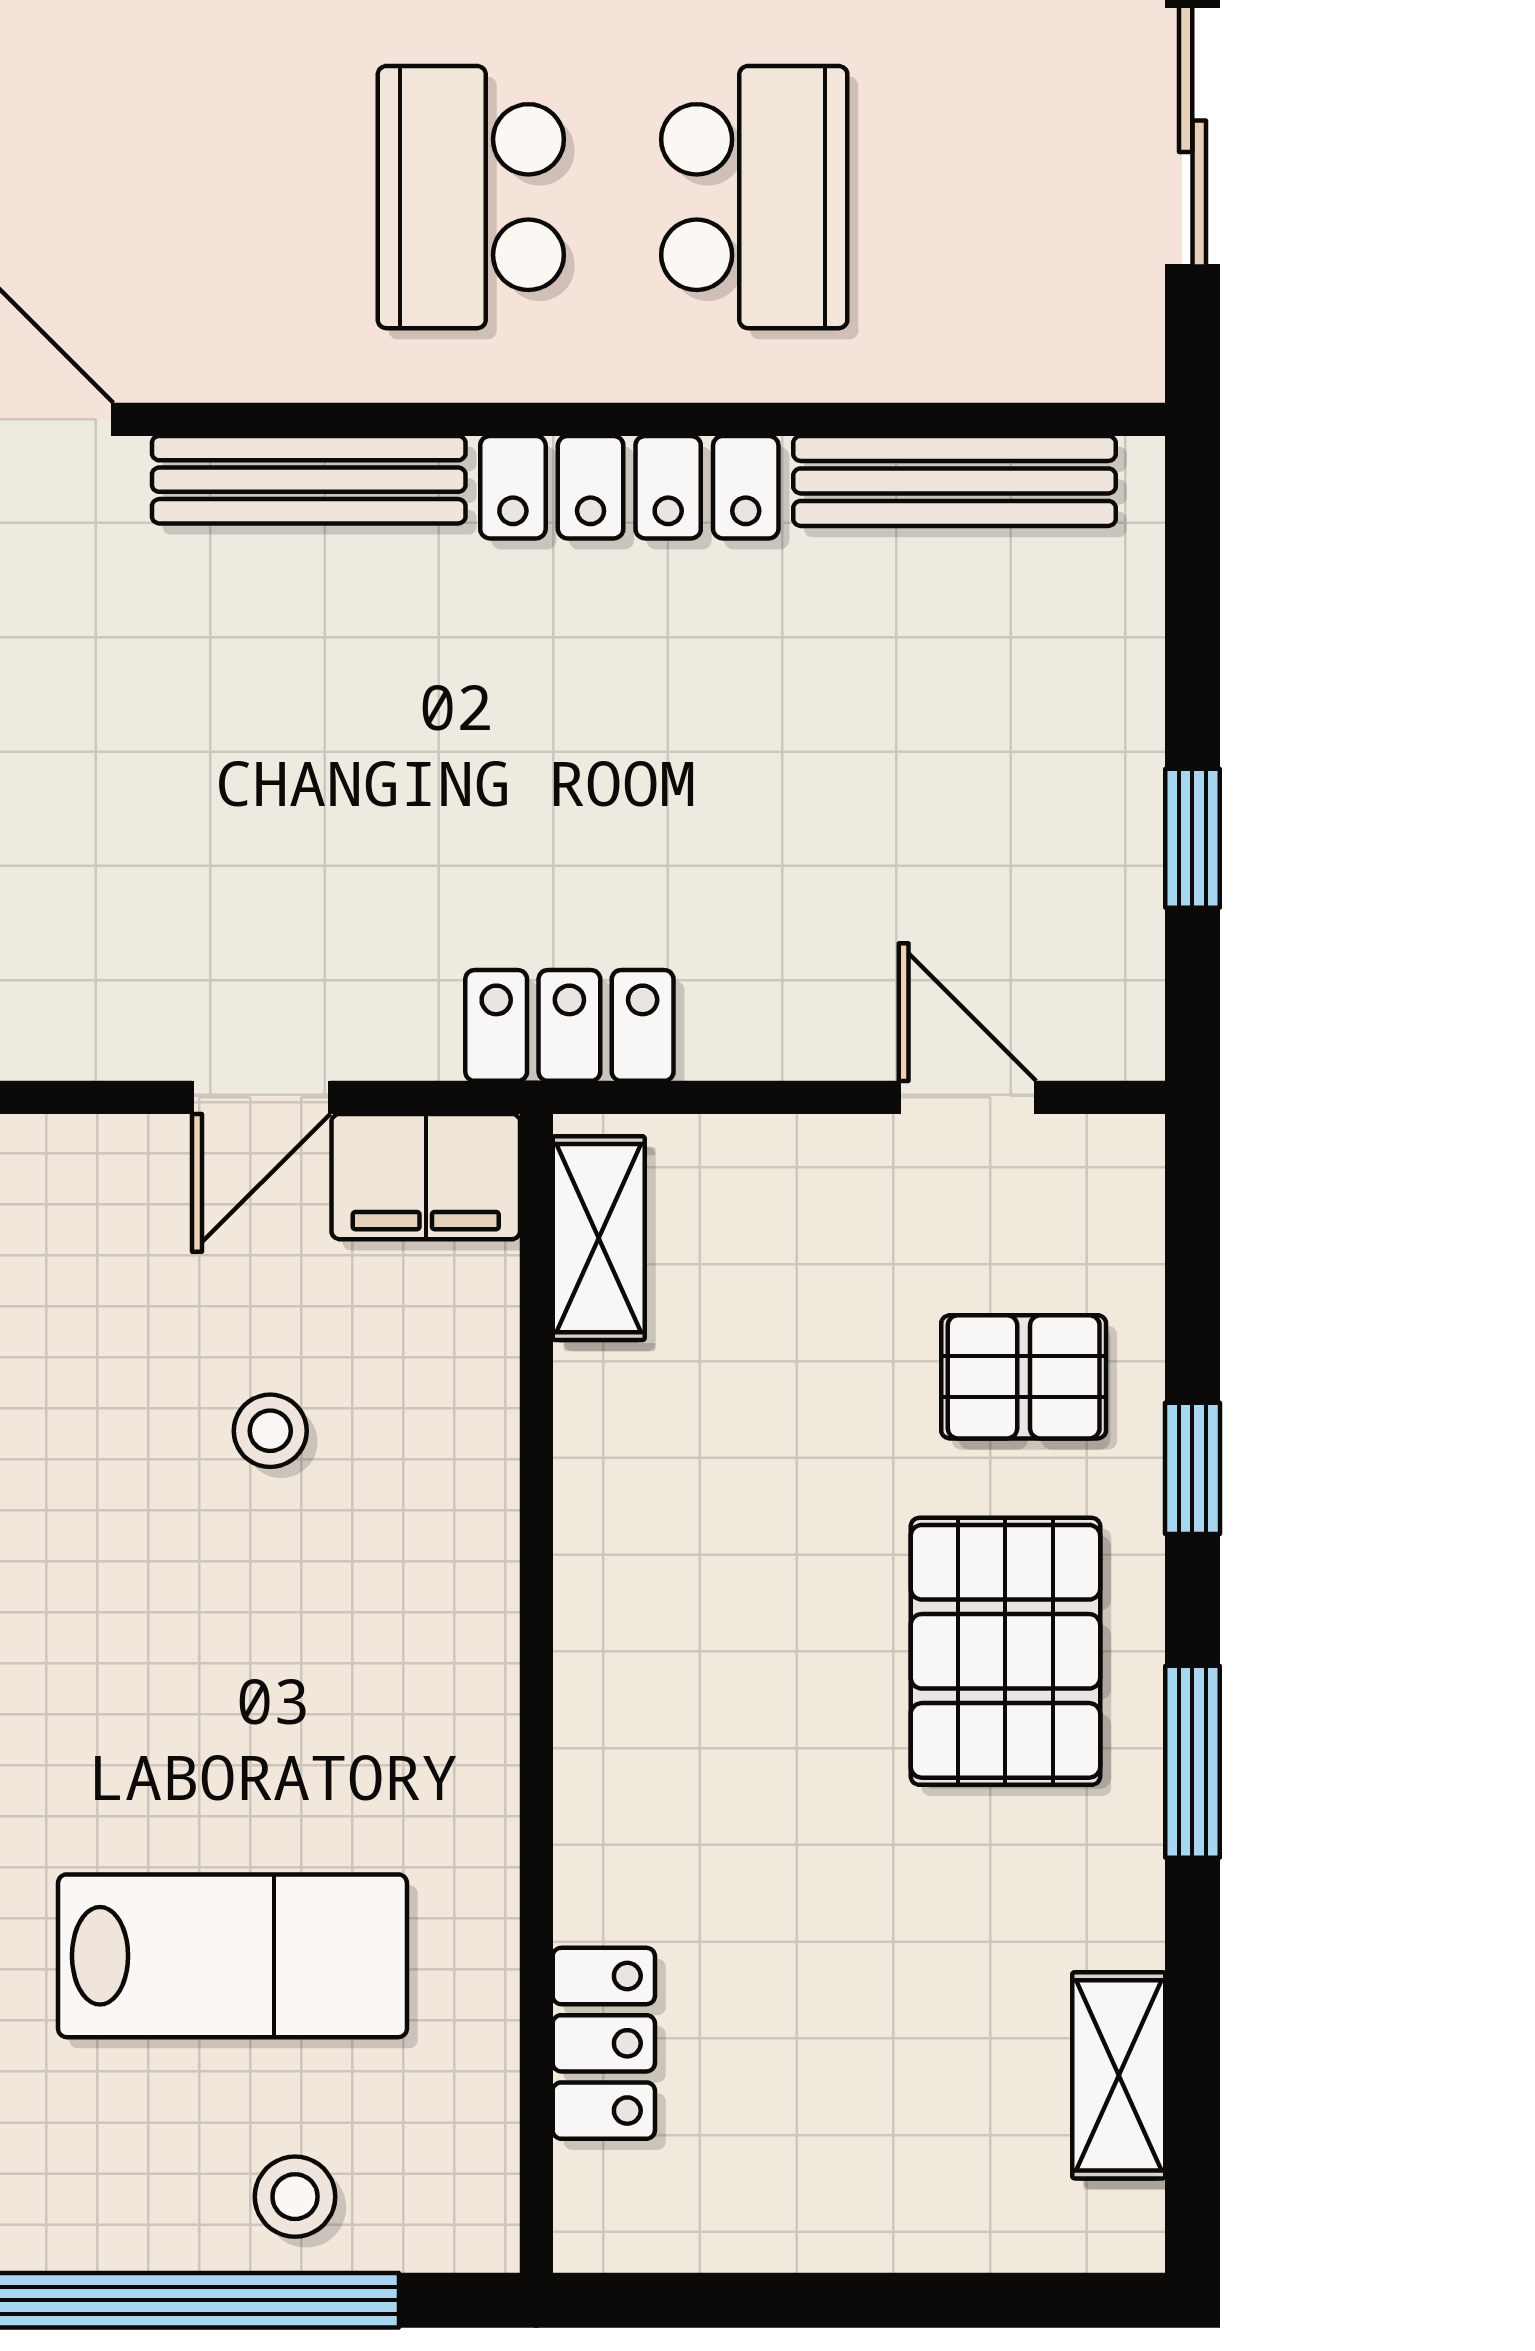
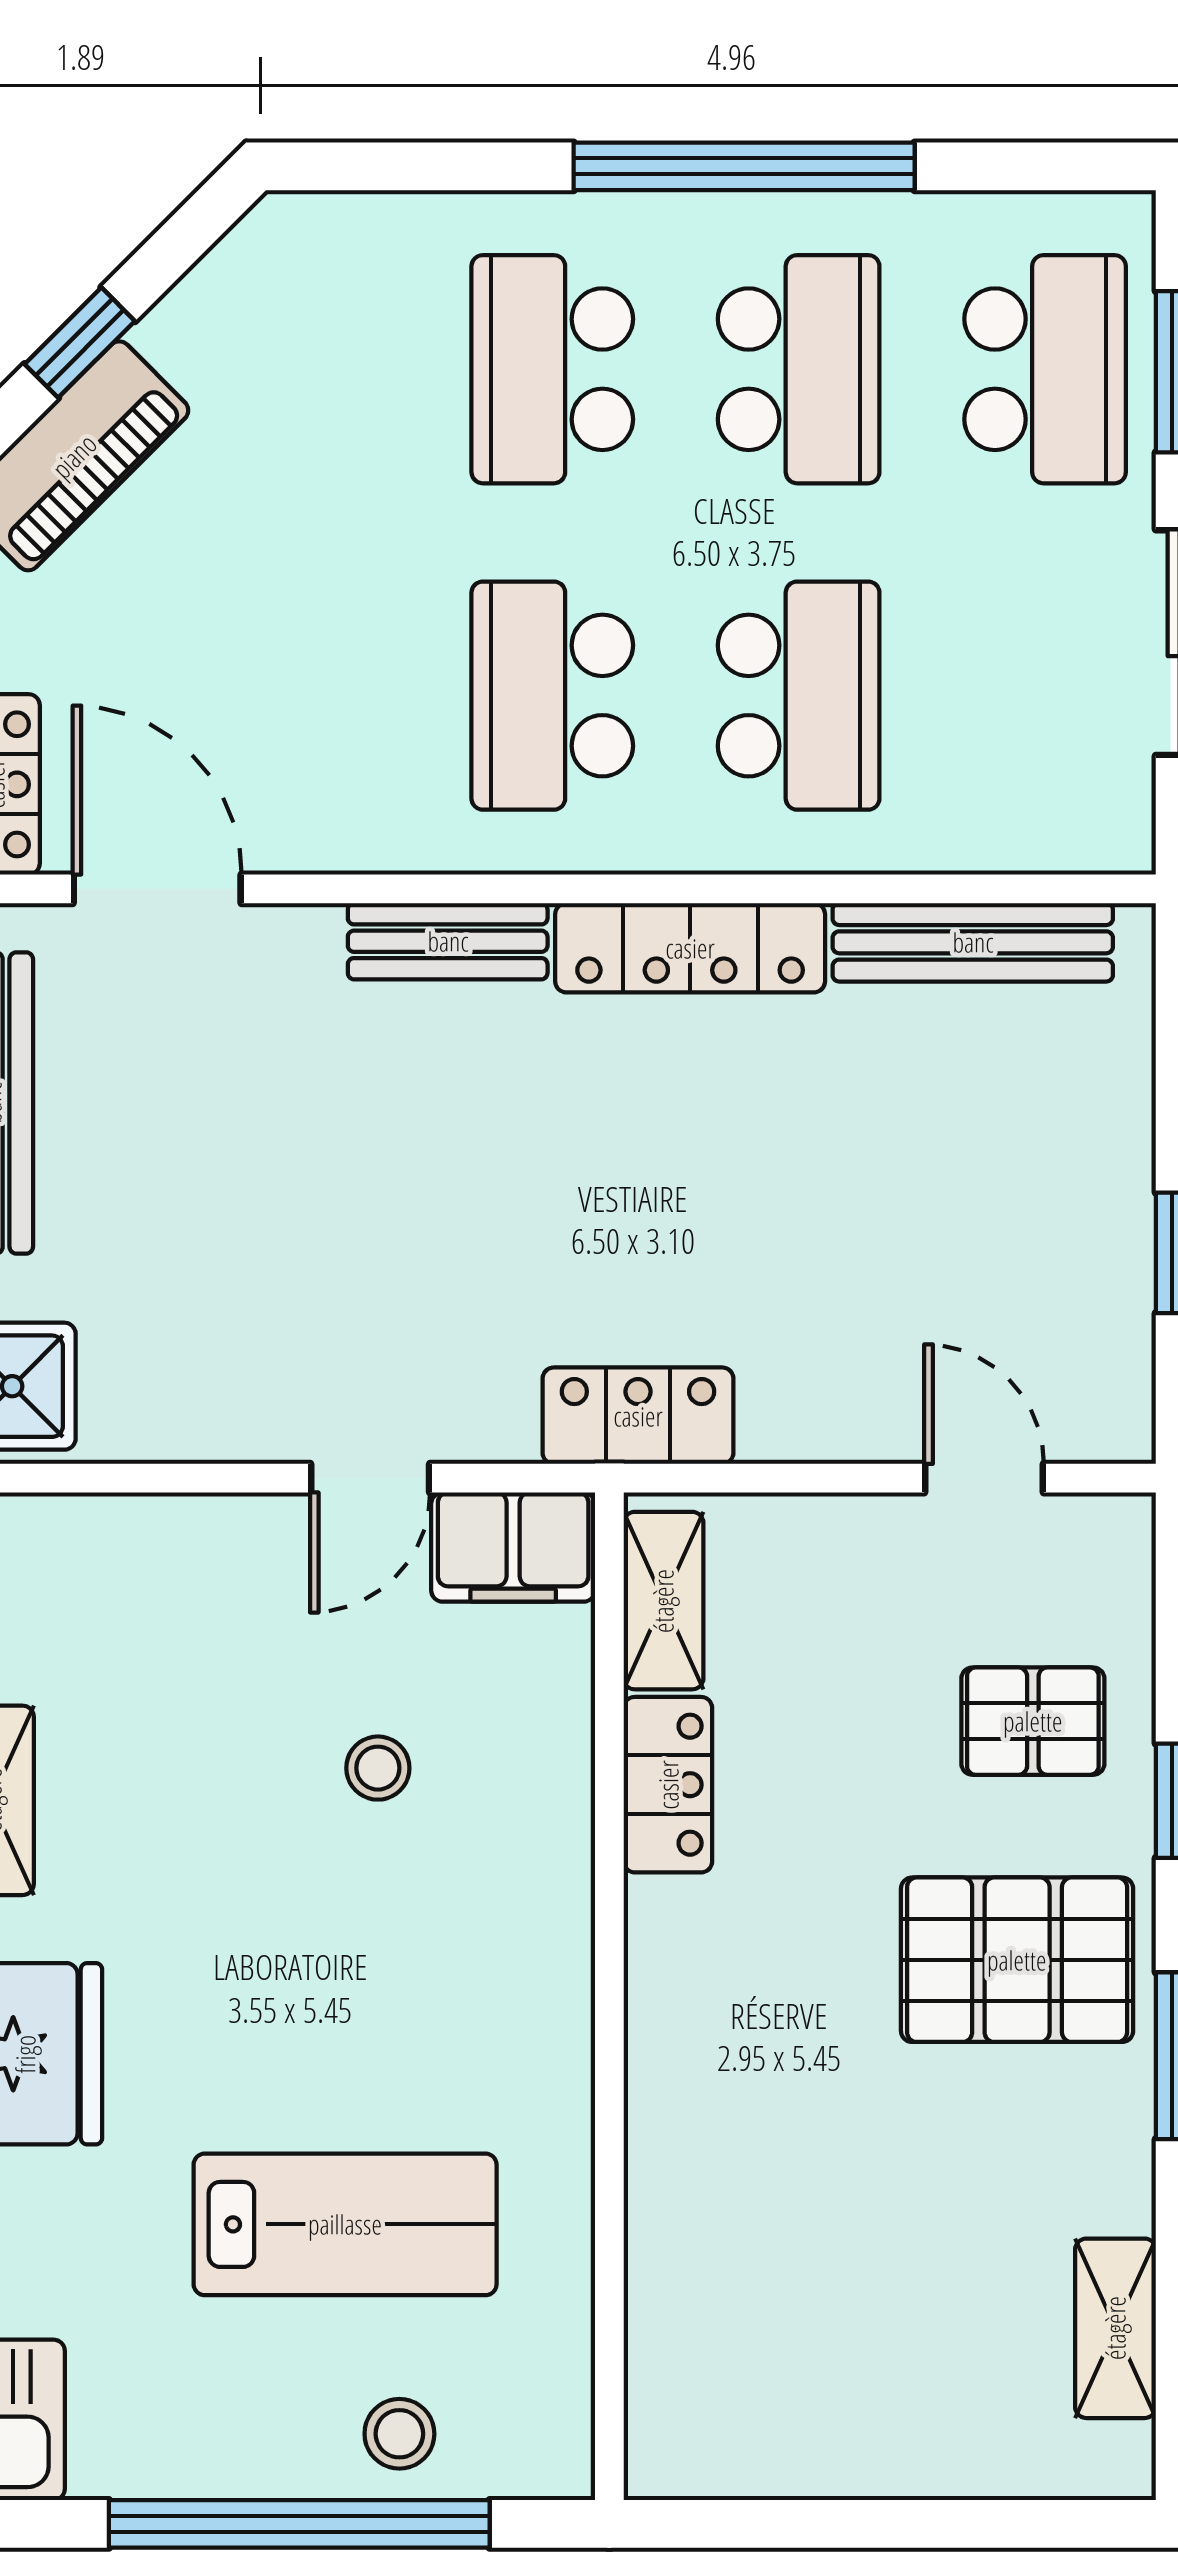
bench: (309, 480) -> (448, 941), width x0.73
pallet: (1005, 1651) -> (1017, 1960), turned 90
locker: (604, 2043) -> (668, 1785), moved

